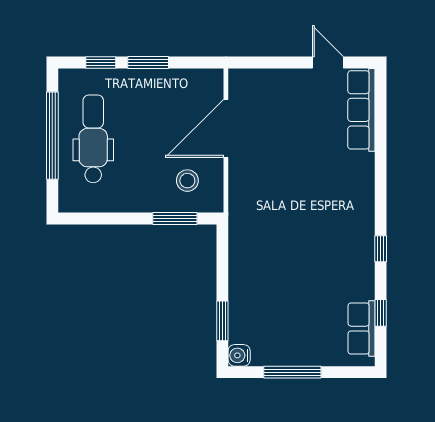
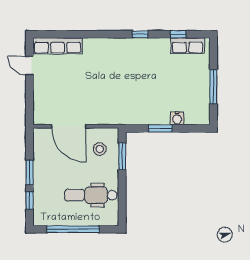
door: (328, 63) -> (29, 66), hinge flipped
dental chair: (93, 139) -> (91, 195), moved
window: (222, 321) -> (160, 128), moved
water cooler: (239, 355) -> (177, 118), moved

